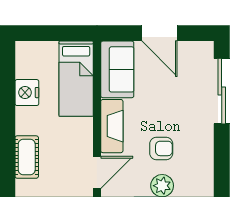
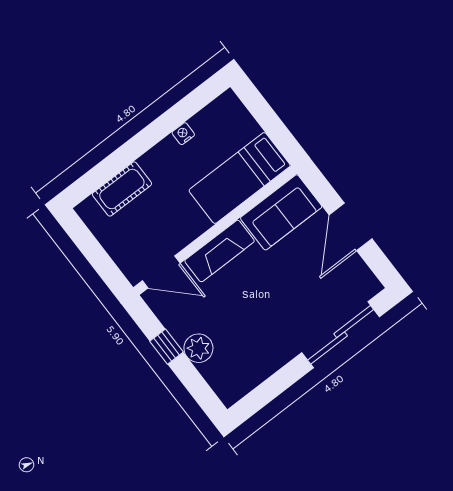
nightstand: (27, 93) -> (183, 134), width x0.53, depth x0.56
armchair: (161, 148) -> (235, 318), removed

